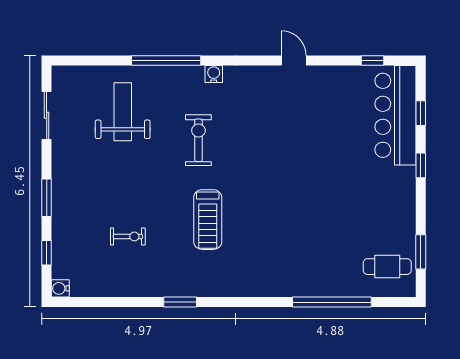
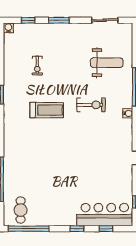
treadmill: (208, 220) -> (47, 110), turned 180
window: (421, 252) -> (29, 229), width x2.11

